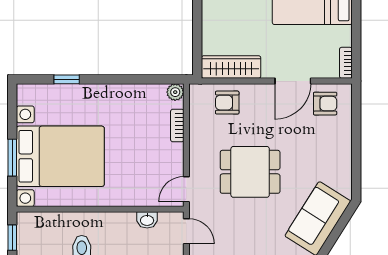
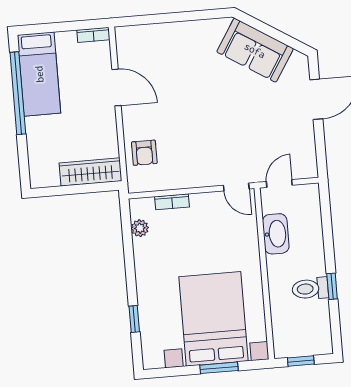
wardrobe: (231, 67) -> (91, 172), moved, turned 90
plant: (175, 92) -> (140, 228), moved
armchair: (325, 104) -> (137, 53), removed
dining table: (250, 172) -> (213, 123), removed
washbasin: (147, 220) -> (276, 234), width x1.91, depth x1.45

